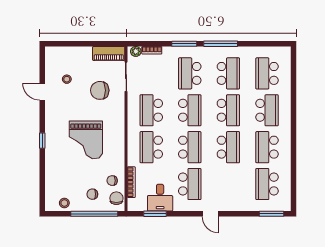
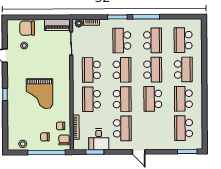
chair: (100, 90) -> (27, 28), moved
school desk: (228, 147) -> (153, 99), turned 180

